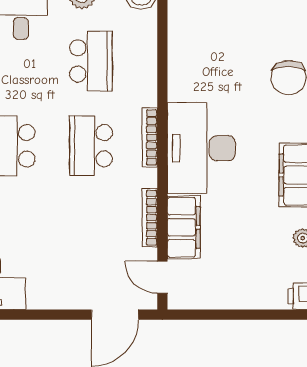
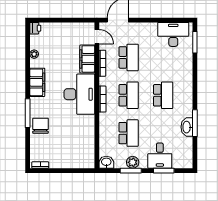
school desk: (91, 61) -> (129, 133), turned 180
school desk: (91, 231) -> (129, 57), added

